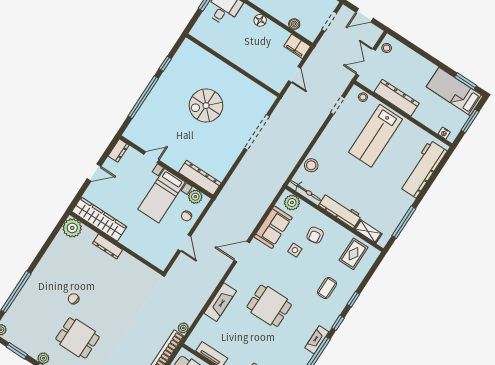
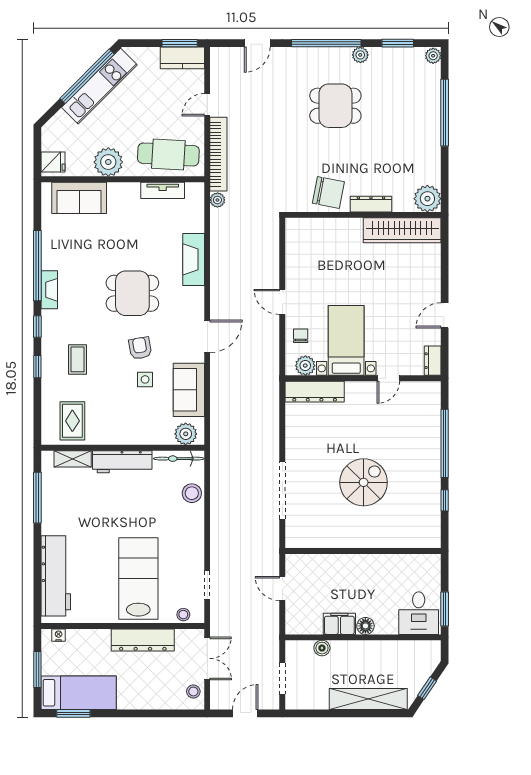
filing cabinet: (297, 46) -> (339, 624), moved
wardrobe: (99, 219) -> (402, 230), moved
plant: (72, 228) -> (427, 199), moved
armchair: (315, 235) -> (140, 348), moved
wall: (116, 243) -> (363, 215), moved
dresser: (108, 247) -> (371, 204), moved
chair: (74, 299) -> (328, 193), moved, width x1.87, depth x1.87

